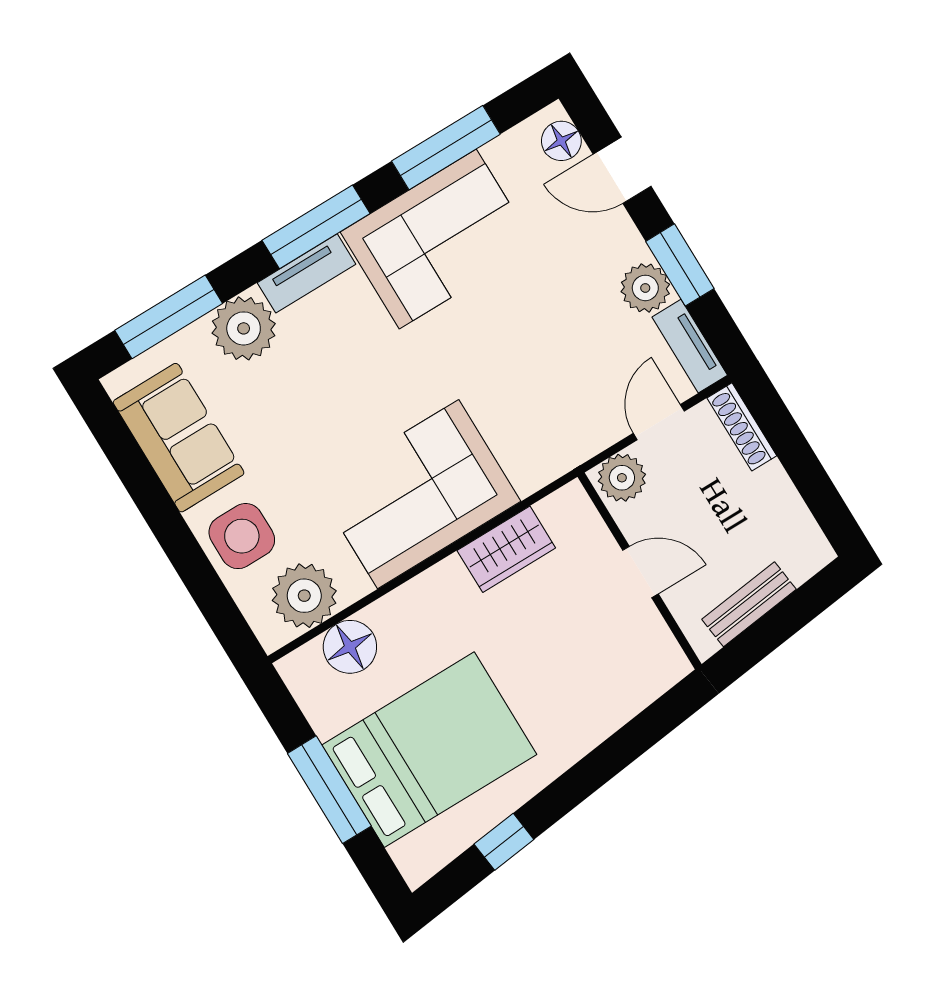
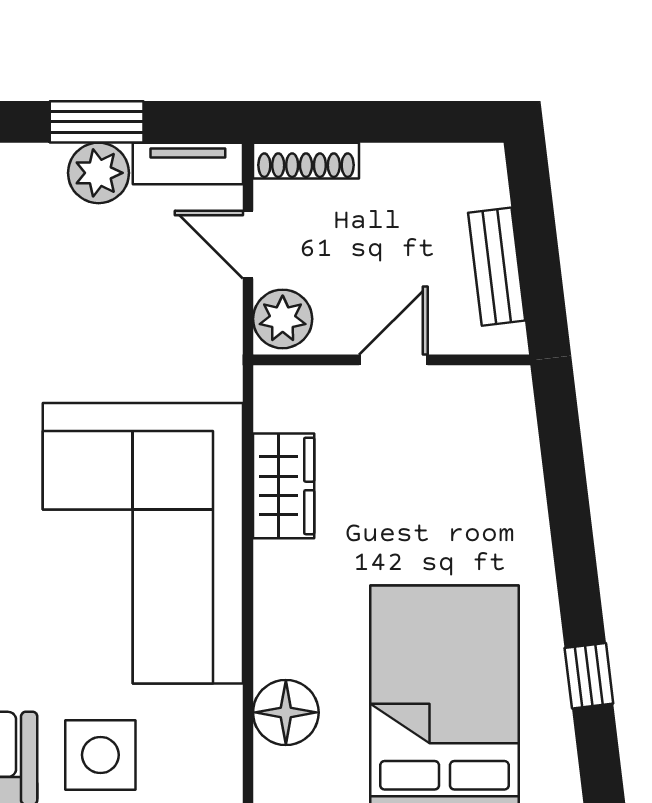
corner sofa: (418, 494) -> (143, 543), width x1.36, depth x1.36
plant: (304, 596) -> (203, 728), removed

